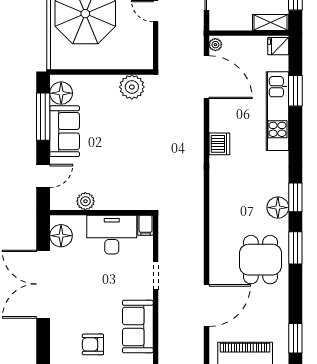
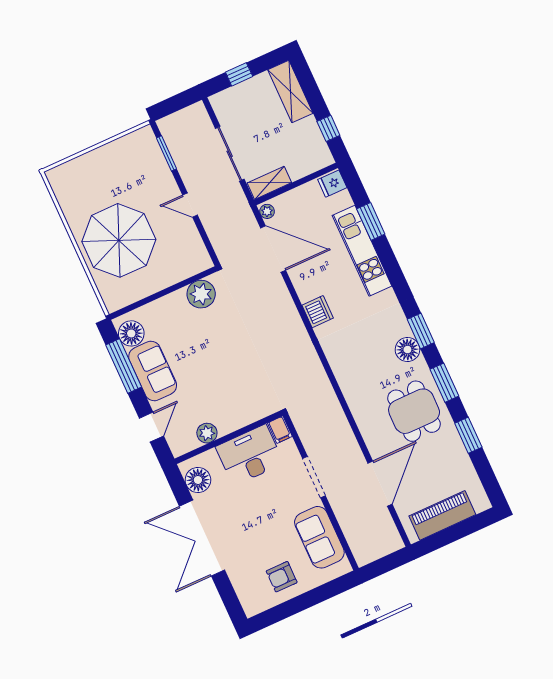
shelving: (271, 22) -> (269, 183), moved
doorway: (156, 276) -> (314, 477), width x1.38
window: (295, 338) -> (468, 435), moved

